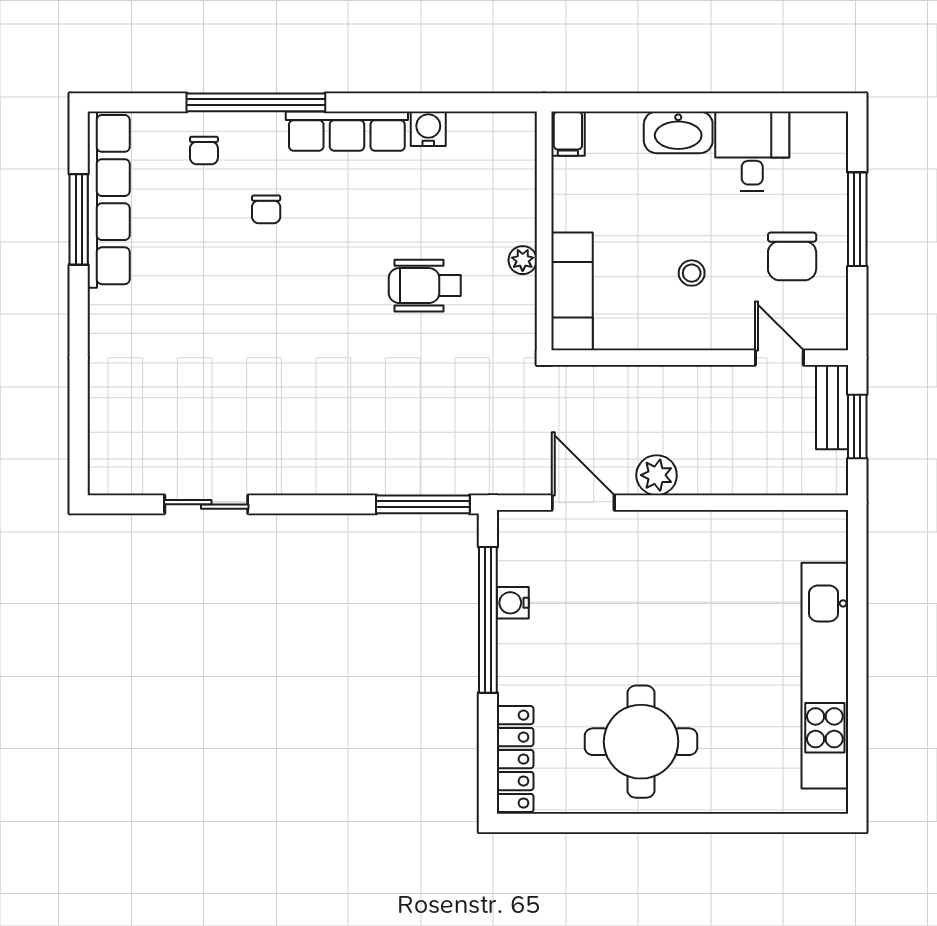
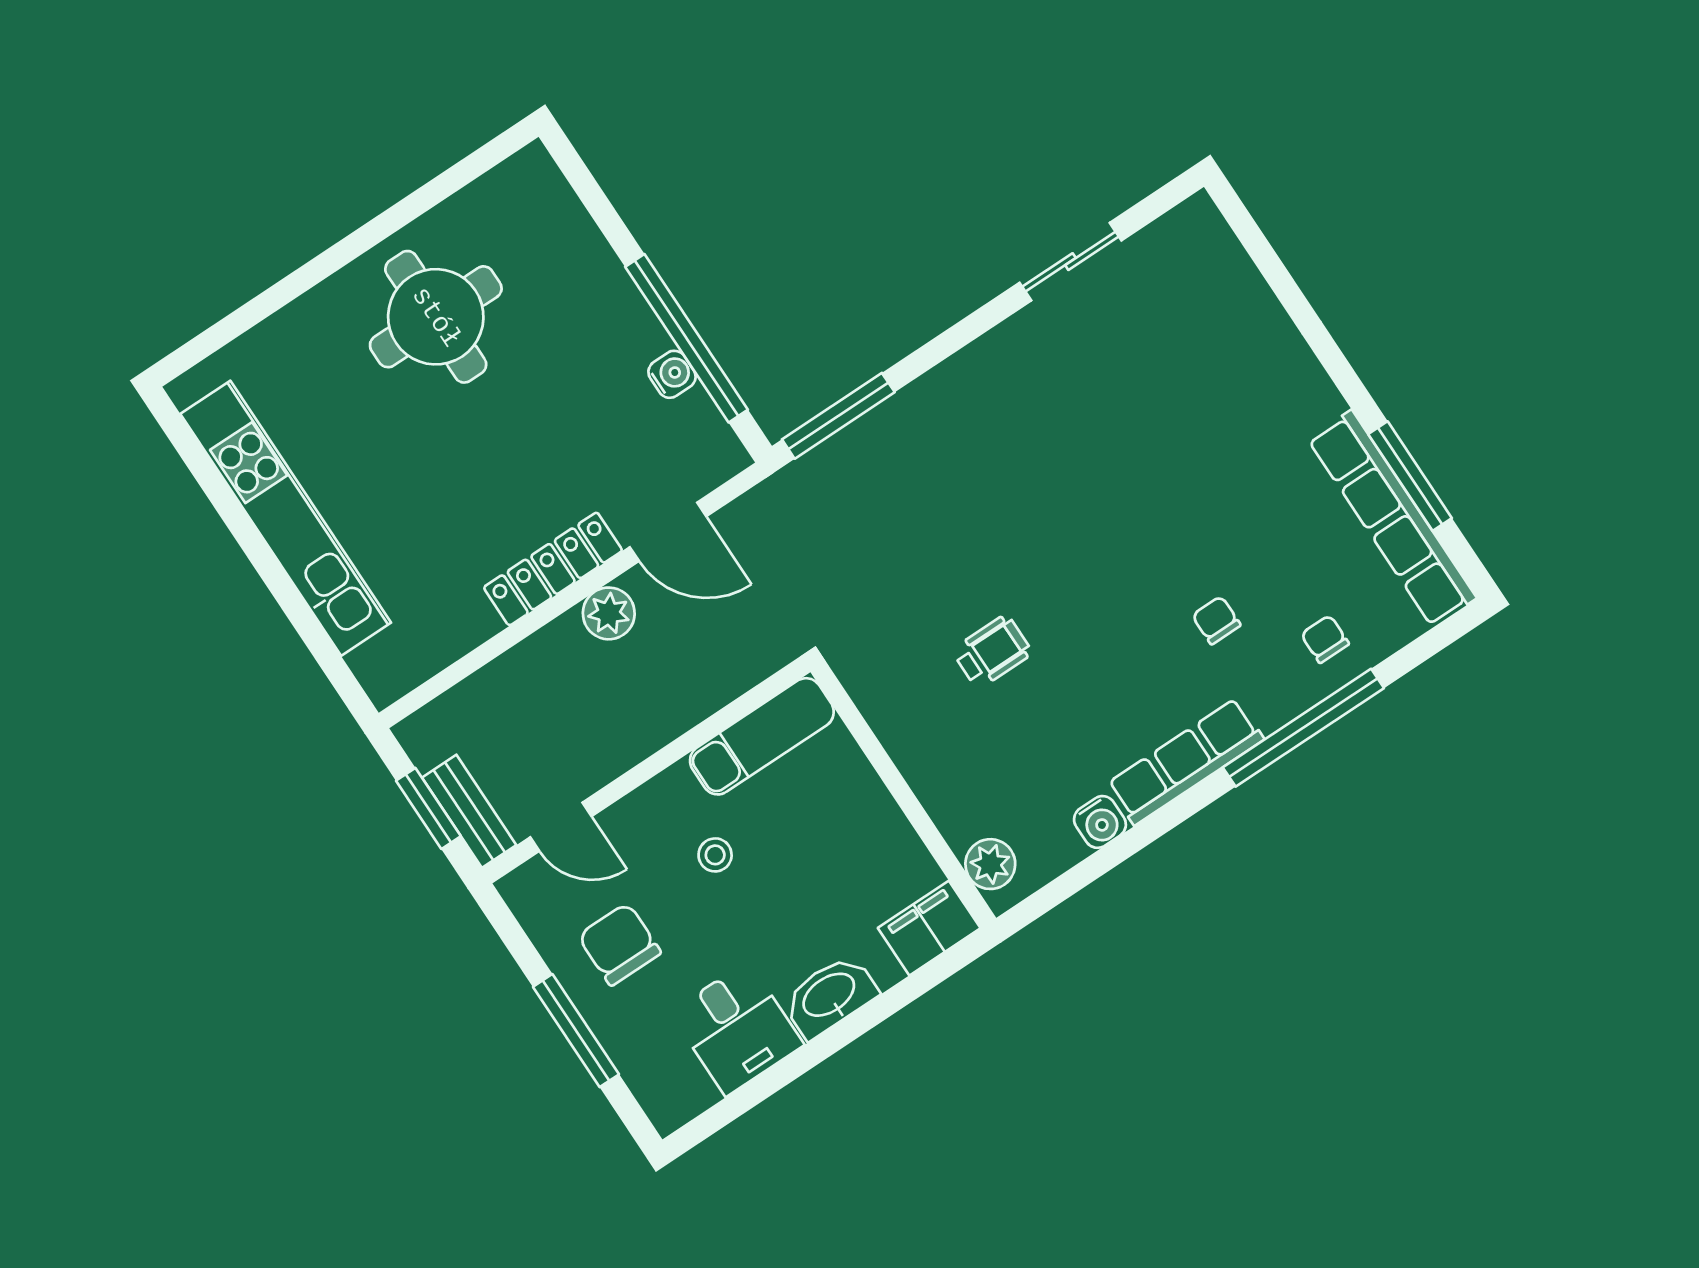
filing cabinet: (568, 134) -> (929, 928), width x2.00
plant: (523, 260) -> (990, 864), moved, width x1.38, depth x1.38
wheelchair: (425, 286) -> (992, 652), width x0.73, depth x0.73
exam couch: (572, 291) -> (762, 736), moved, turned -90
locker: (515, 759) -> (553, 569), moved, turned 90

